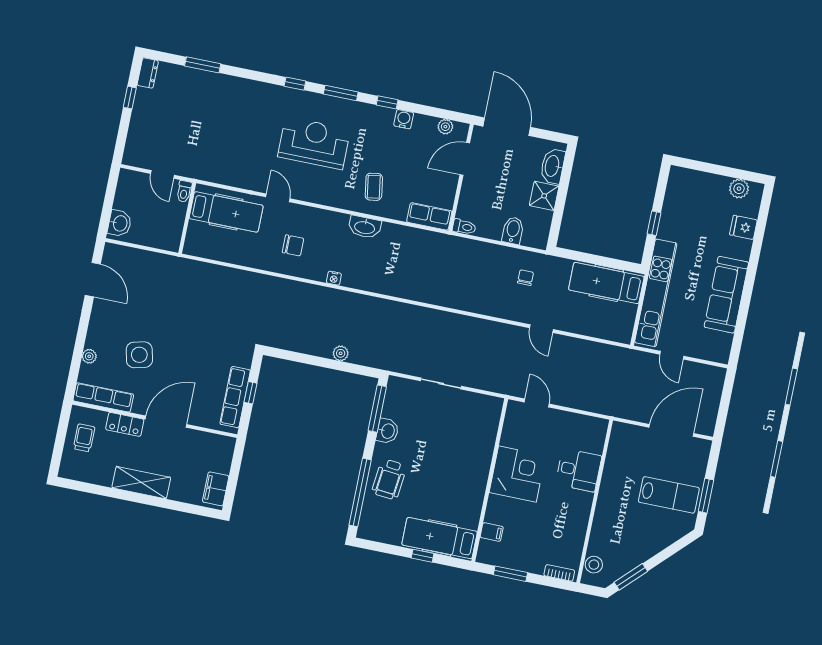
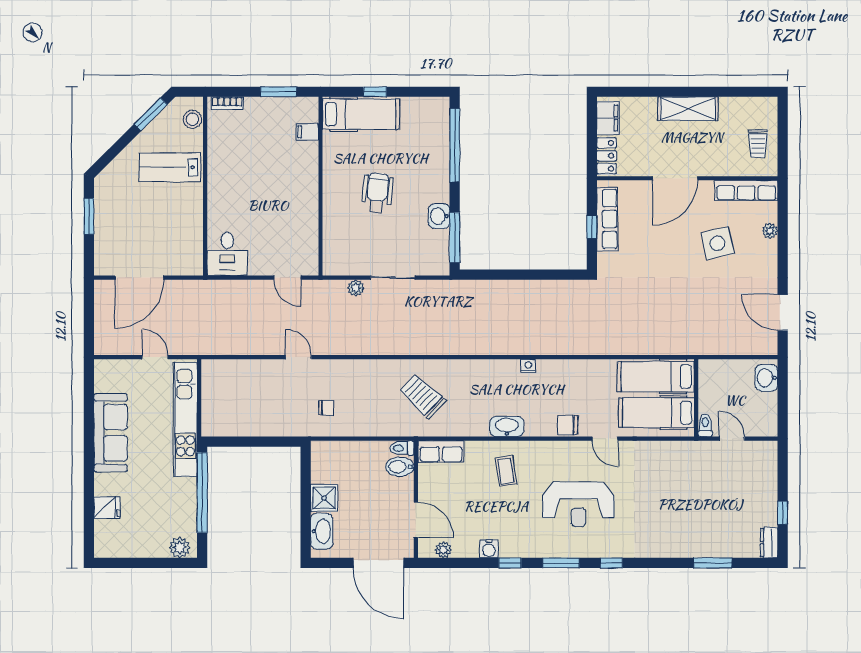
door: (465, 159) -> (416, 520), hinge flipped
plant: (739, 189) -> (180, 548), moved
window: (654, 223) -> (202, 493), width x3.17
bidet: (513, 230) -> (400, 467), moved, turned 90
chair: (293, 245) -> (568, 425), moved
trolley: (436, 270) -> (423, 396), added
chair: (526, 278) -> (326, 408), turned -90
hospital bed: (606, 283) -> (656, 377), moved, turned 180
plant: (341, 353) -> (356, 288), moved
locker: (125, 424) -> (607, 156), moved, turned 90
desk: (579, 470) -> (227, 254), moved, turned -90
corner desk: (517, 474) -> (293, 199), removed
wheelchair: (389, 479) -> (377, 193), moved
lab bench: (669, 495) -> (170, 167), moved

